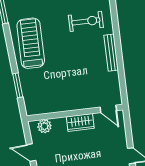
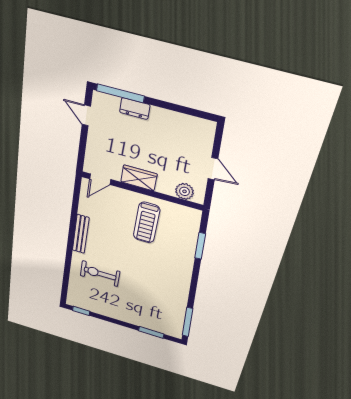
treadmill: (31, 43) -> (147, 223), moved, width x0.73, depth x0.73
door: (108, 109) -> (100, 179), swing flipped

